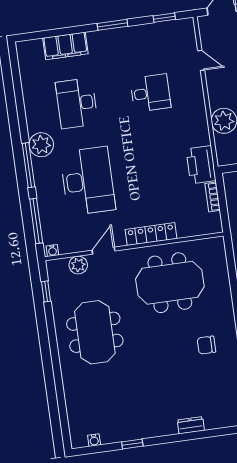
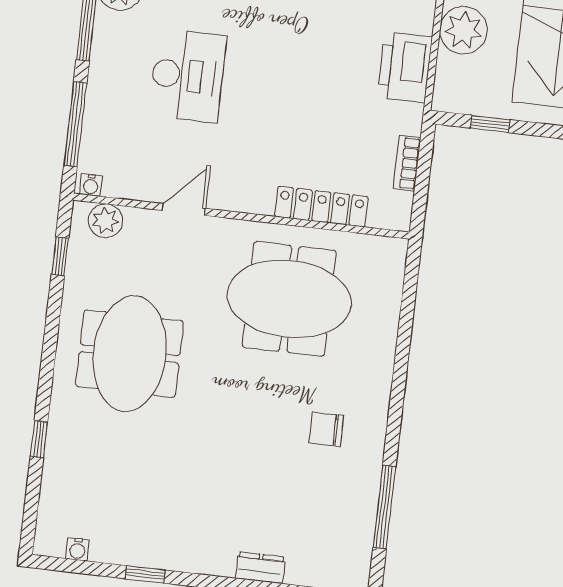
printer: (201, 165) -> (405, 67), moved
desk: (88, 181) -> (187, 76), width x0.73, depth x0.77
locker: (151, 234) -> (321, 207), moved
plant: (78, 265) -> (105, 221), moved
window: (59, 388) -> (39, 439), added

